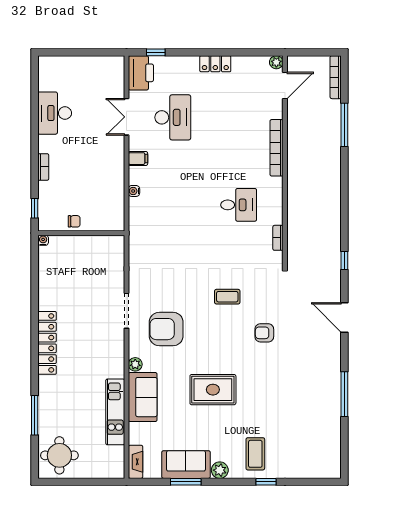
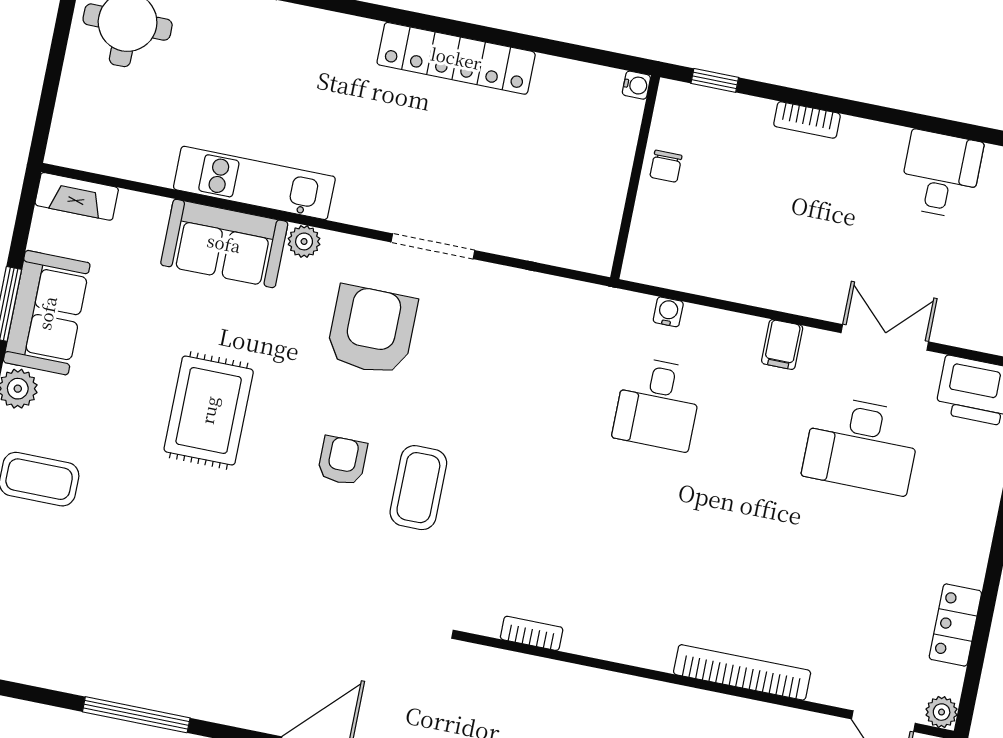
locker: (215, 64) -> (955, 625), moved
desk: (55, 113) -> (941, 174), width x0.73
water cooler: (134, 191) -> (668, 312), moved
desk: (239, 205) -> (658, 404), moved
coffee table: (227, 297) -> (418, 488), width x1.36, depth x1.30
armchair: (264, 333) -> (342, 461), moved
locker: (47, 343) -> (456, 58), moved
kitchen unit: (115, 412) -> (254, 183), moved

